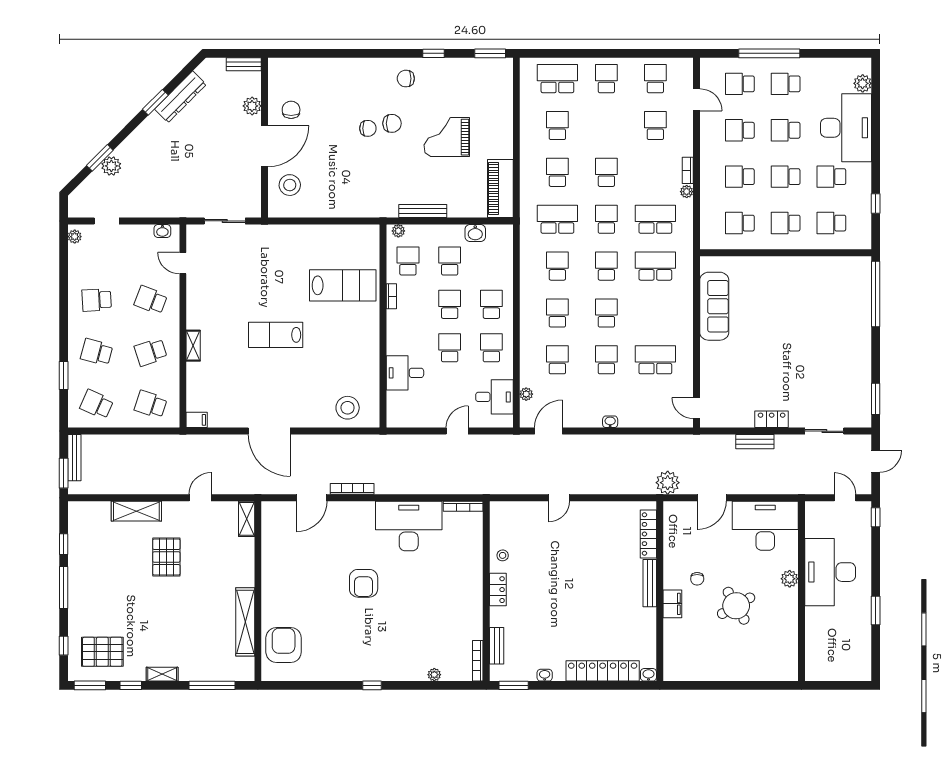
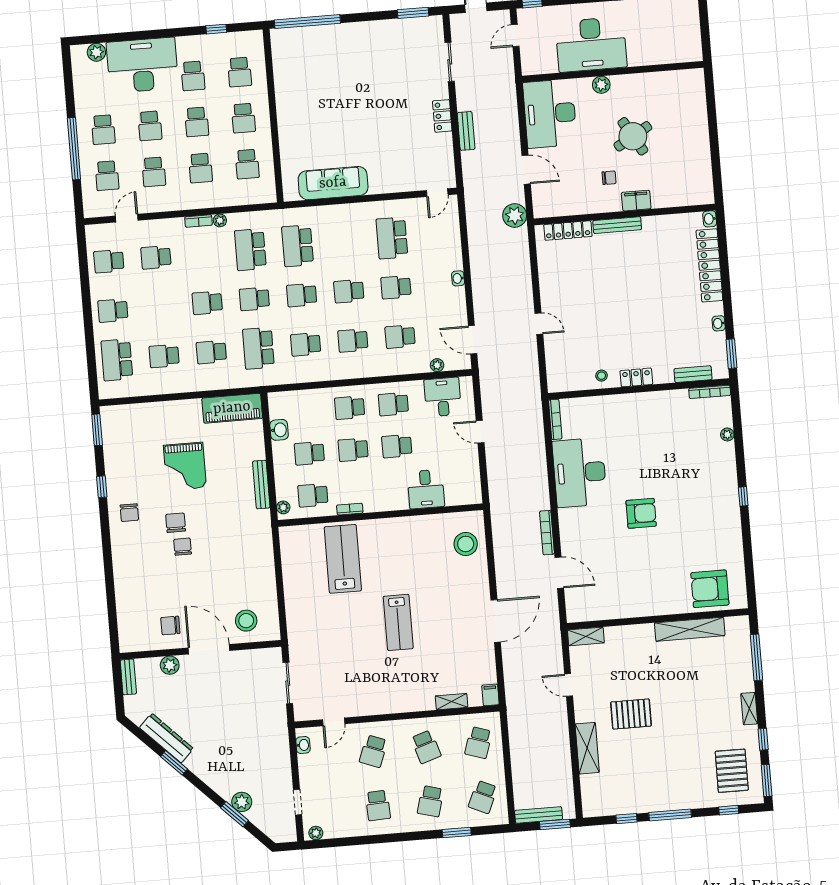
shelving: (193, 346) -> (452, 702), moved

